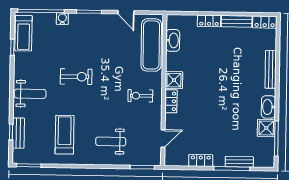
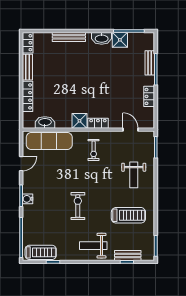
water cooler: (62, 19) -> (28, 199), moved
locker: (209, 21) -> (28, 96), width x1.53
weight bench: (30, 94) -> (93, 246), turned -90
treadmill: (65, 135) -> (128, 215), turned 180

